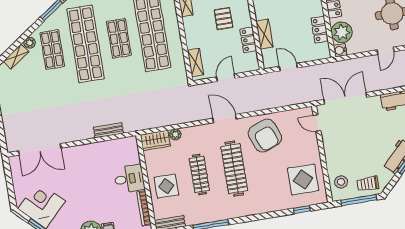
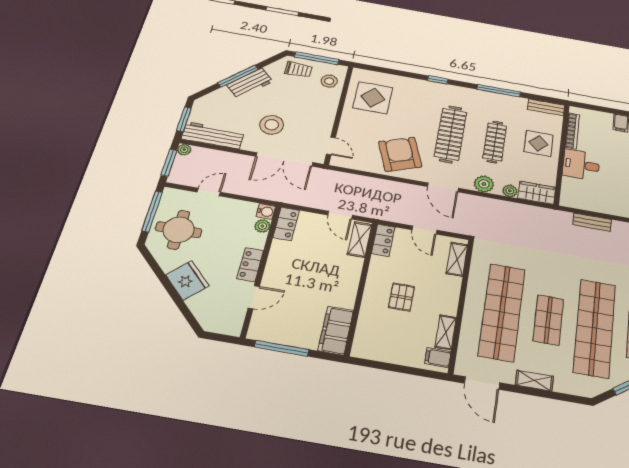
locker: (320, 30) -> (286, 224), moved
plant: (342, 32) -> (262, 226), width x0.53, depth x0.53
shelving: (265, 34) -> (360, 239), moved
locker: (248, 40) -> (383, 240), moved
door: (226, 78) -> (424, 230), hinge flipped
stool: (367, 125) -> (272, 125), added
plant: (196, 133) -> (484, 184), added
window: (302, 210) -> (438, 80), moved

